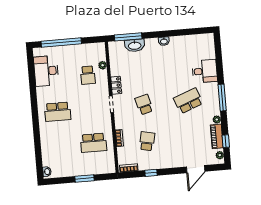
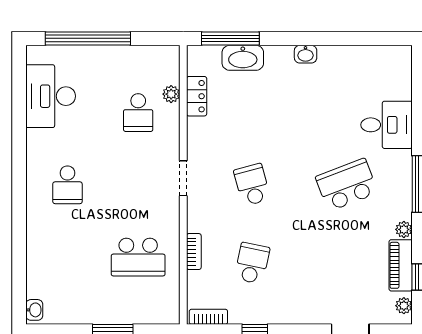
locker: (116, 85) -> (197, 96), moved
school desk: (58, 112) -> (67, 185), width x0.54

